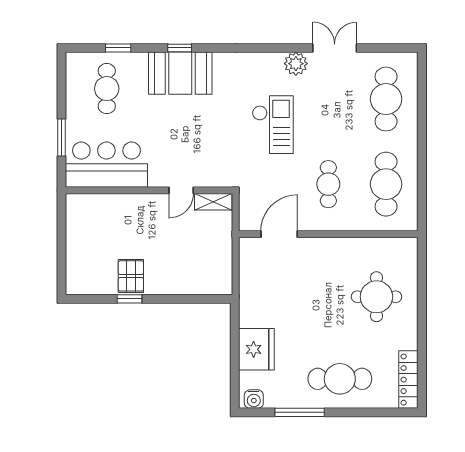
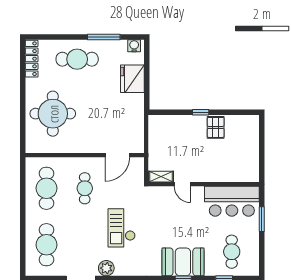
door: (181, 190) -> (182, 184), swing flipped
round table: (376, 297) -> (53, 114), width x1.36, depth x1.36
window: (129, 299) -> (201, 112), moved

